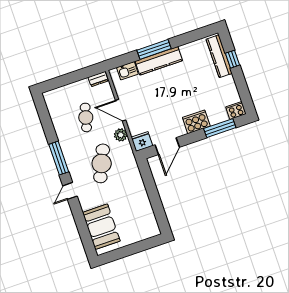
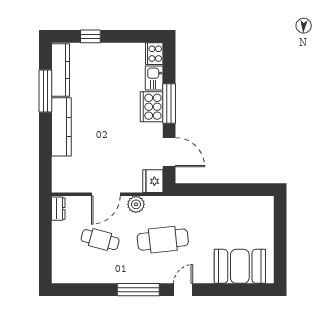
window: (154, 49) -> (45, 91), moved
kitchen counter: (219, 56) -> (61, 70), moved, turned -90
kitchen sink: (127, 71) -> (154, 78), moved, turned 180
window: (220, 128) -> (169, 104), moved
cafe table: (102, 163) -> (163, 240), turned -30
door: (70, 191) -> (183, 290), swing flipped

